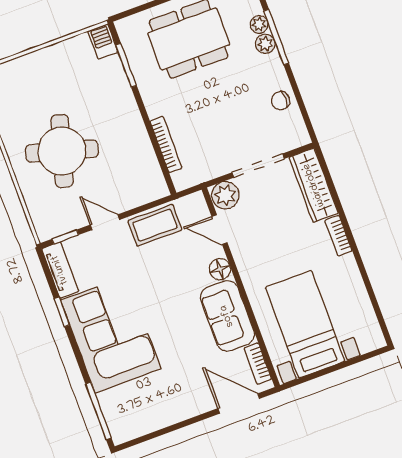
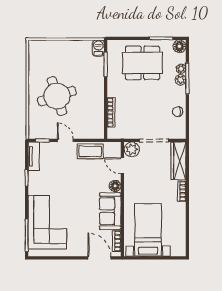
round table: (62, 151) -> (57, 96), turned -34
corner sofa: (111, 335) -> (47, 222), moved

